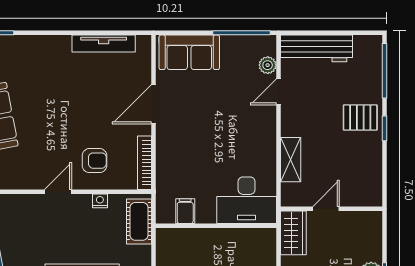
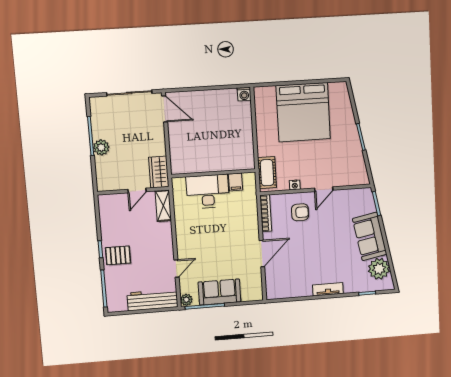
tv unit: (104, 43) -> (328, 289), moved, width x0.71
sofa: (189, 52) -> (219, 292), moved
plant: (268, 65) -> (186, 300), moved
shelving: (291, 160) -> (163, 206), moved
armchair: (94, 161) -> (300, 212), turned 180
desk: (247, 200) -> (208, 192), moved

